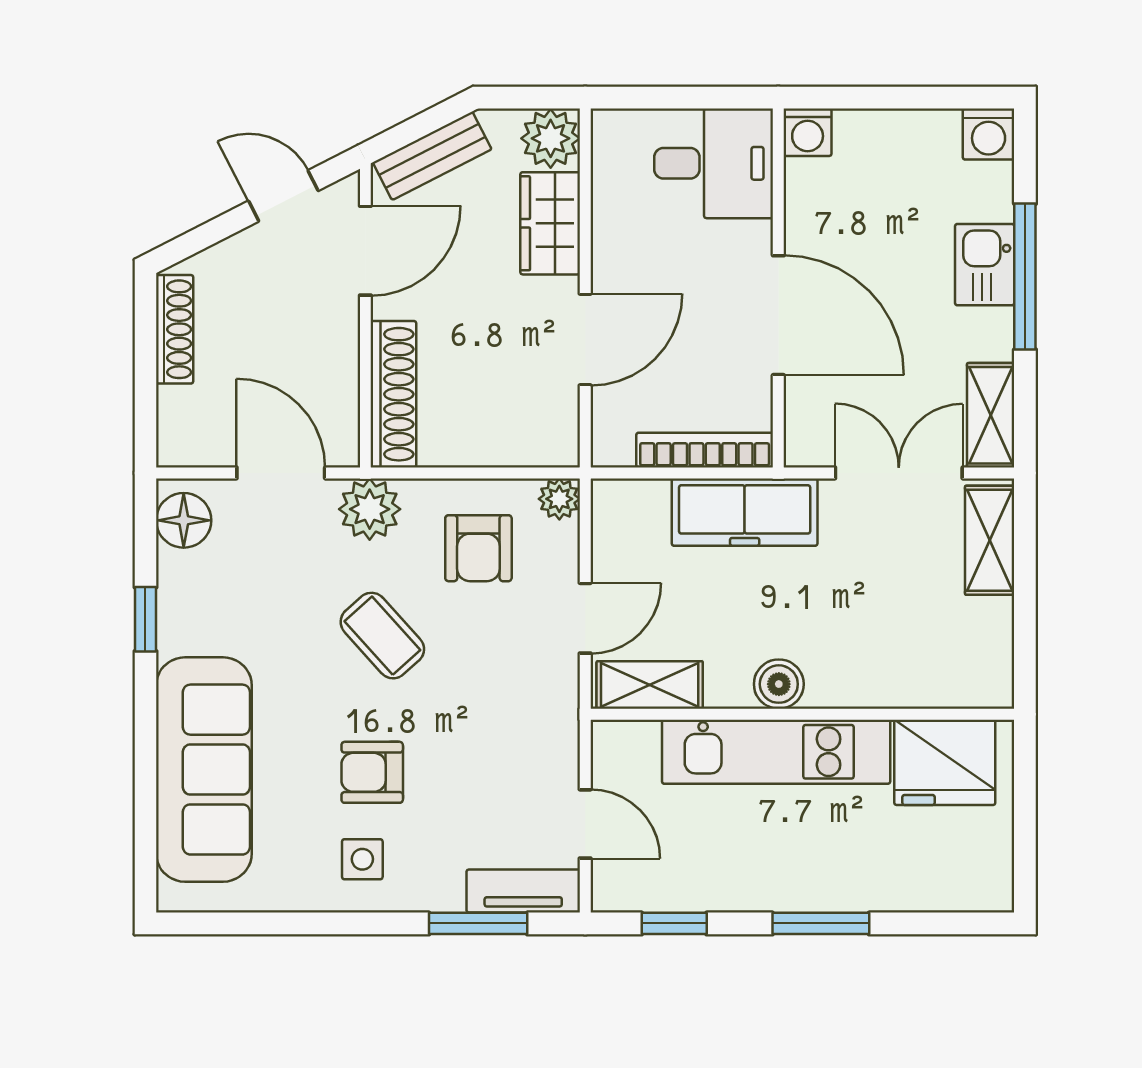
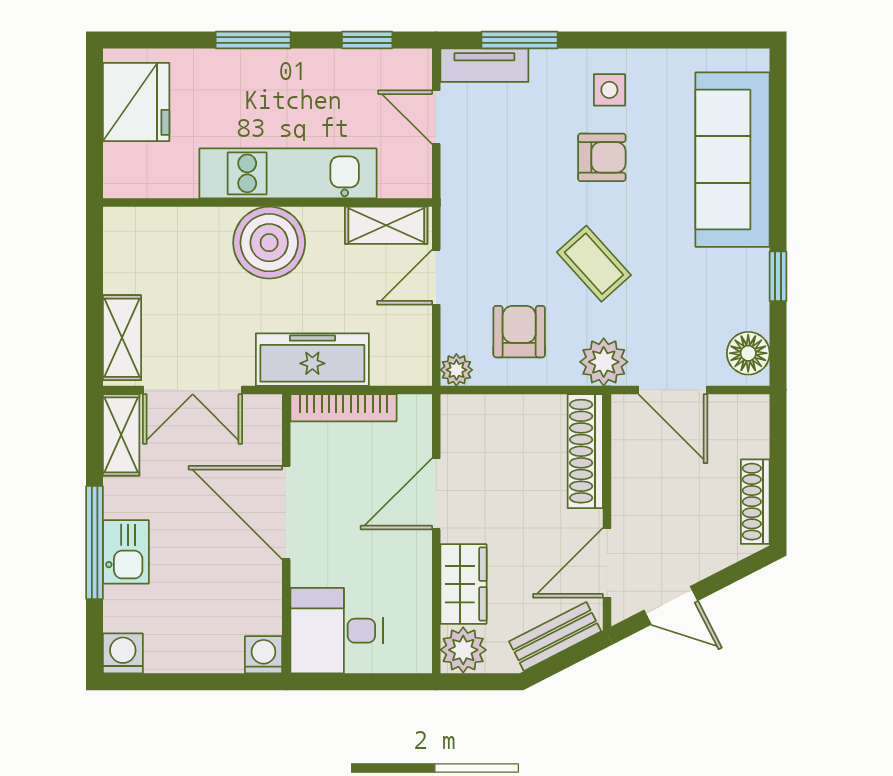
boiler: (779, 684) -> (269, 243), width x1.86, depth x1.86
fridge: (945, 762) -> (136, 102), moved, turned 90

